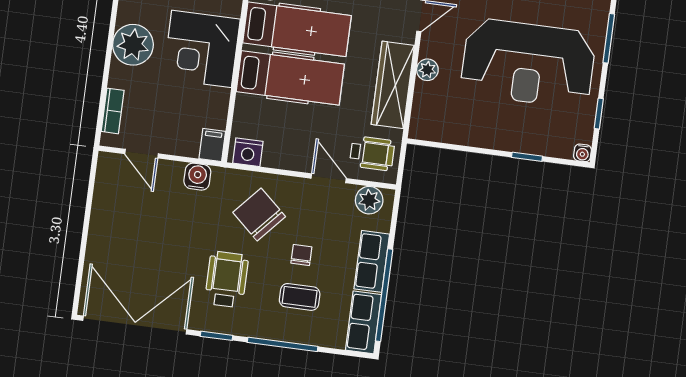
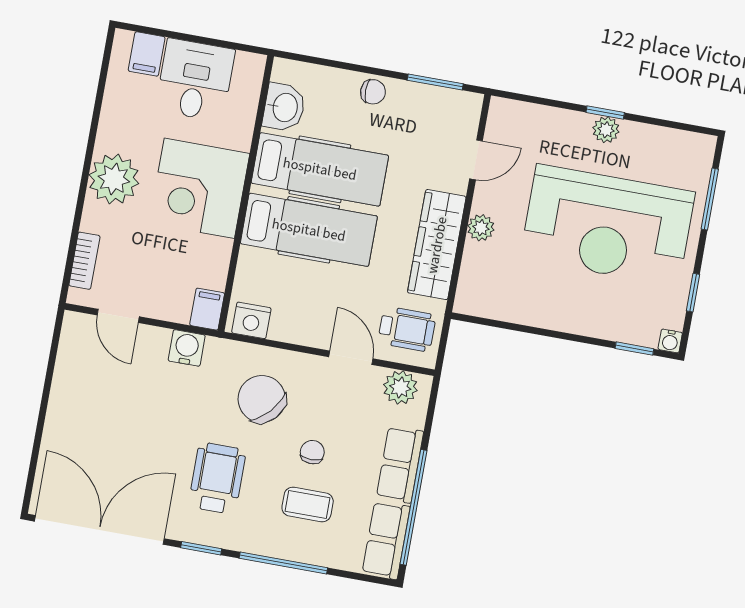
window: (527, 157) -> (634, 349), moved

